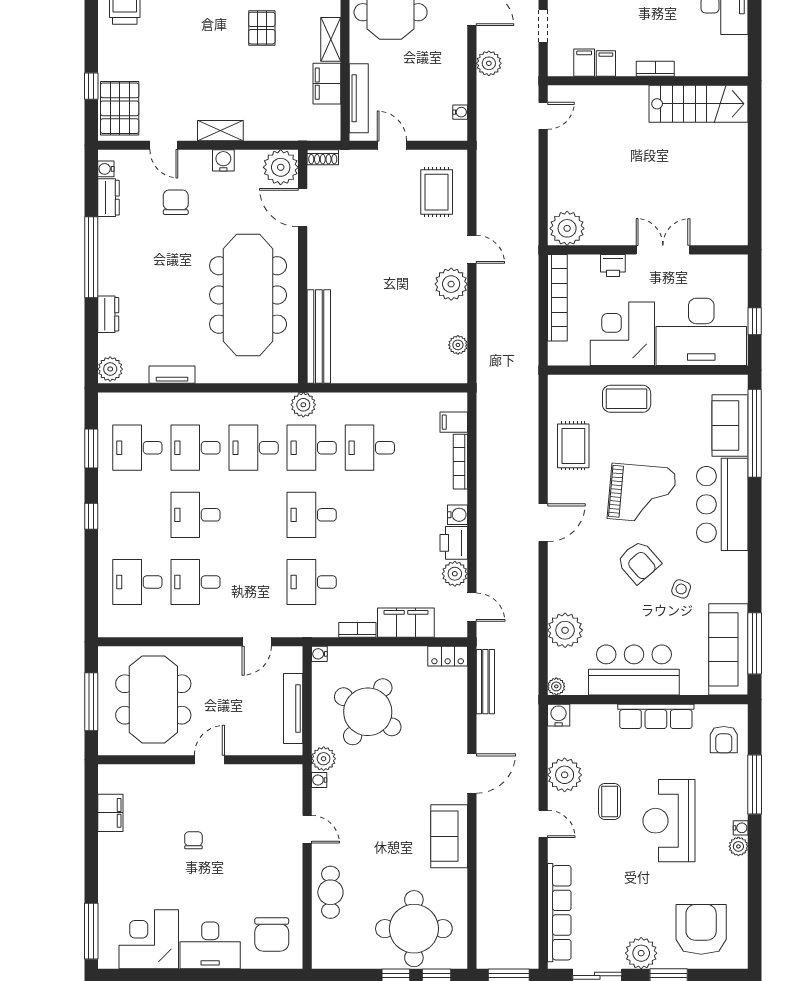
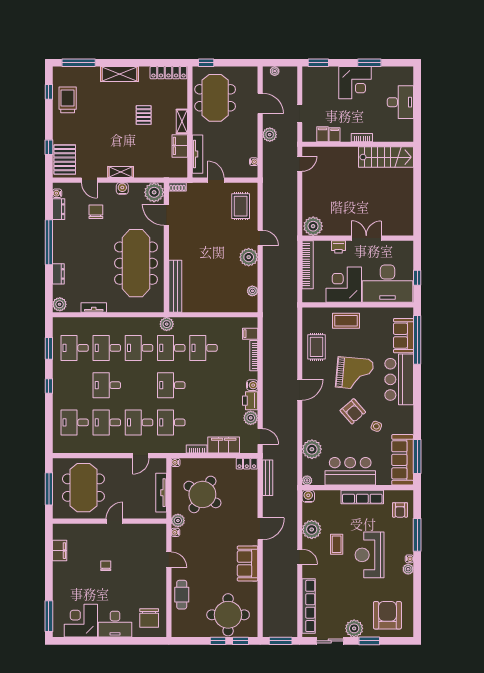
desk: (254, 582) -> (139, 422), added

